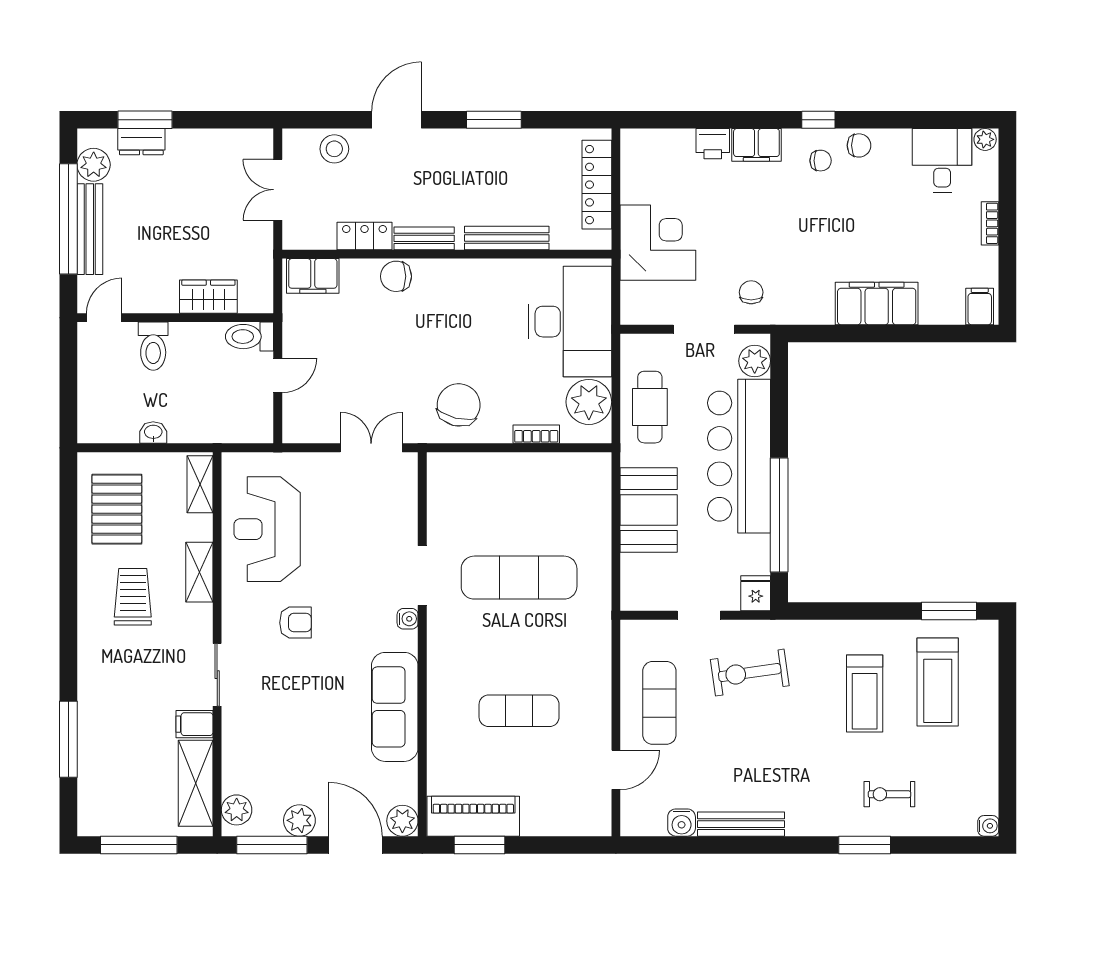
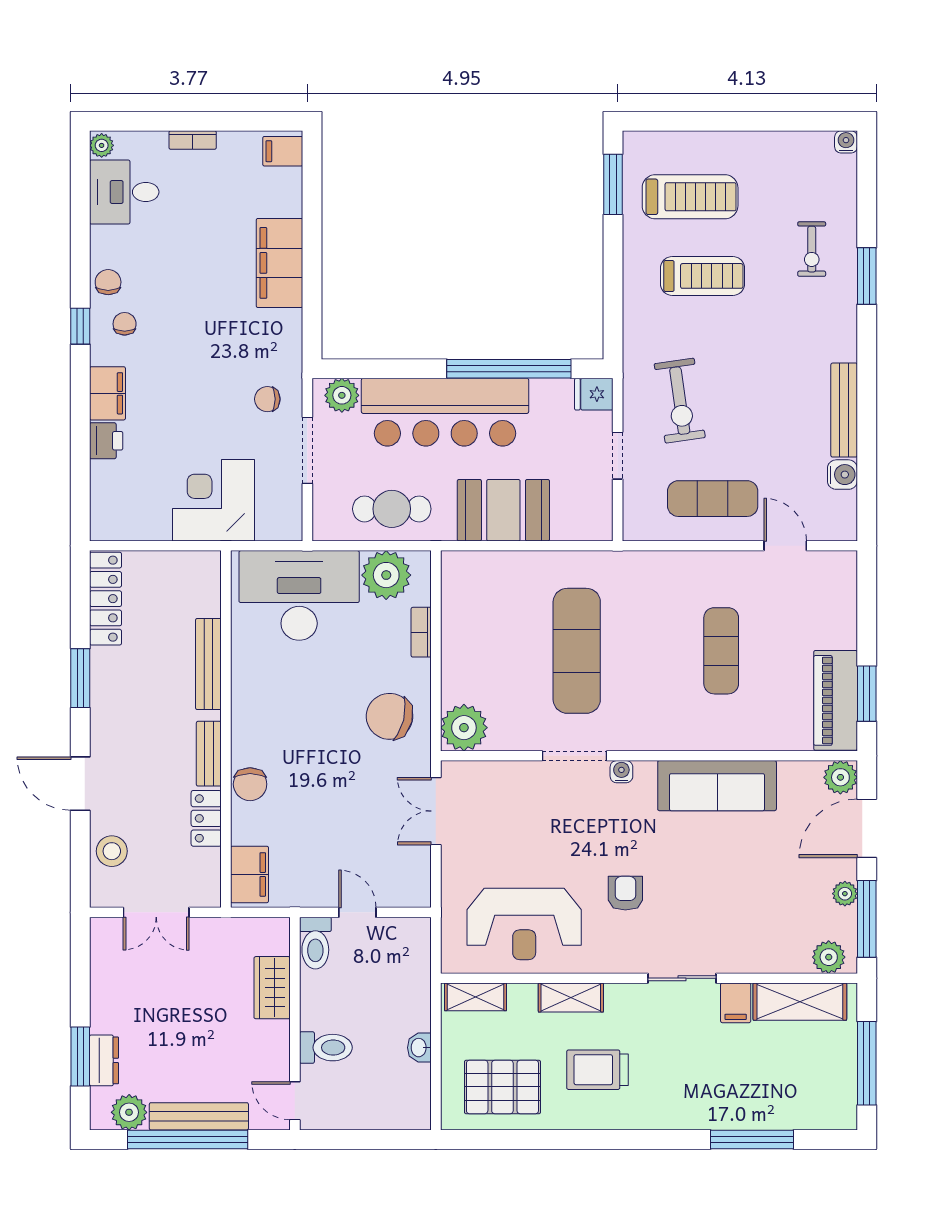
locker: (597, 185) -> (106, 599), moved, turned -90
plant: (448, 474) -> (464, 728), added
plant: (299, 820) -> (845, 894), width x0.73, depth x0.73

